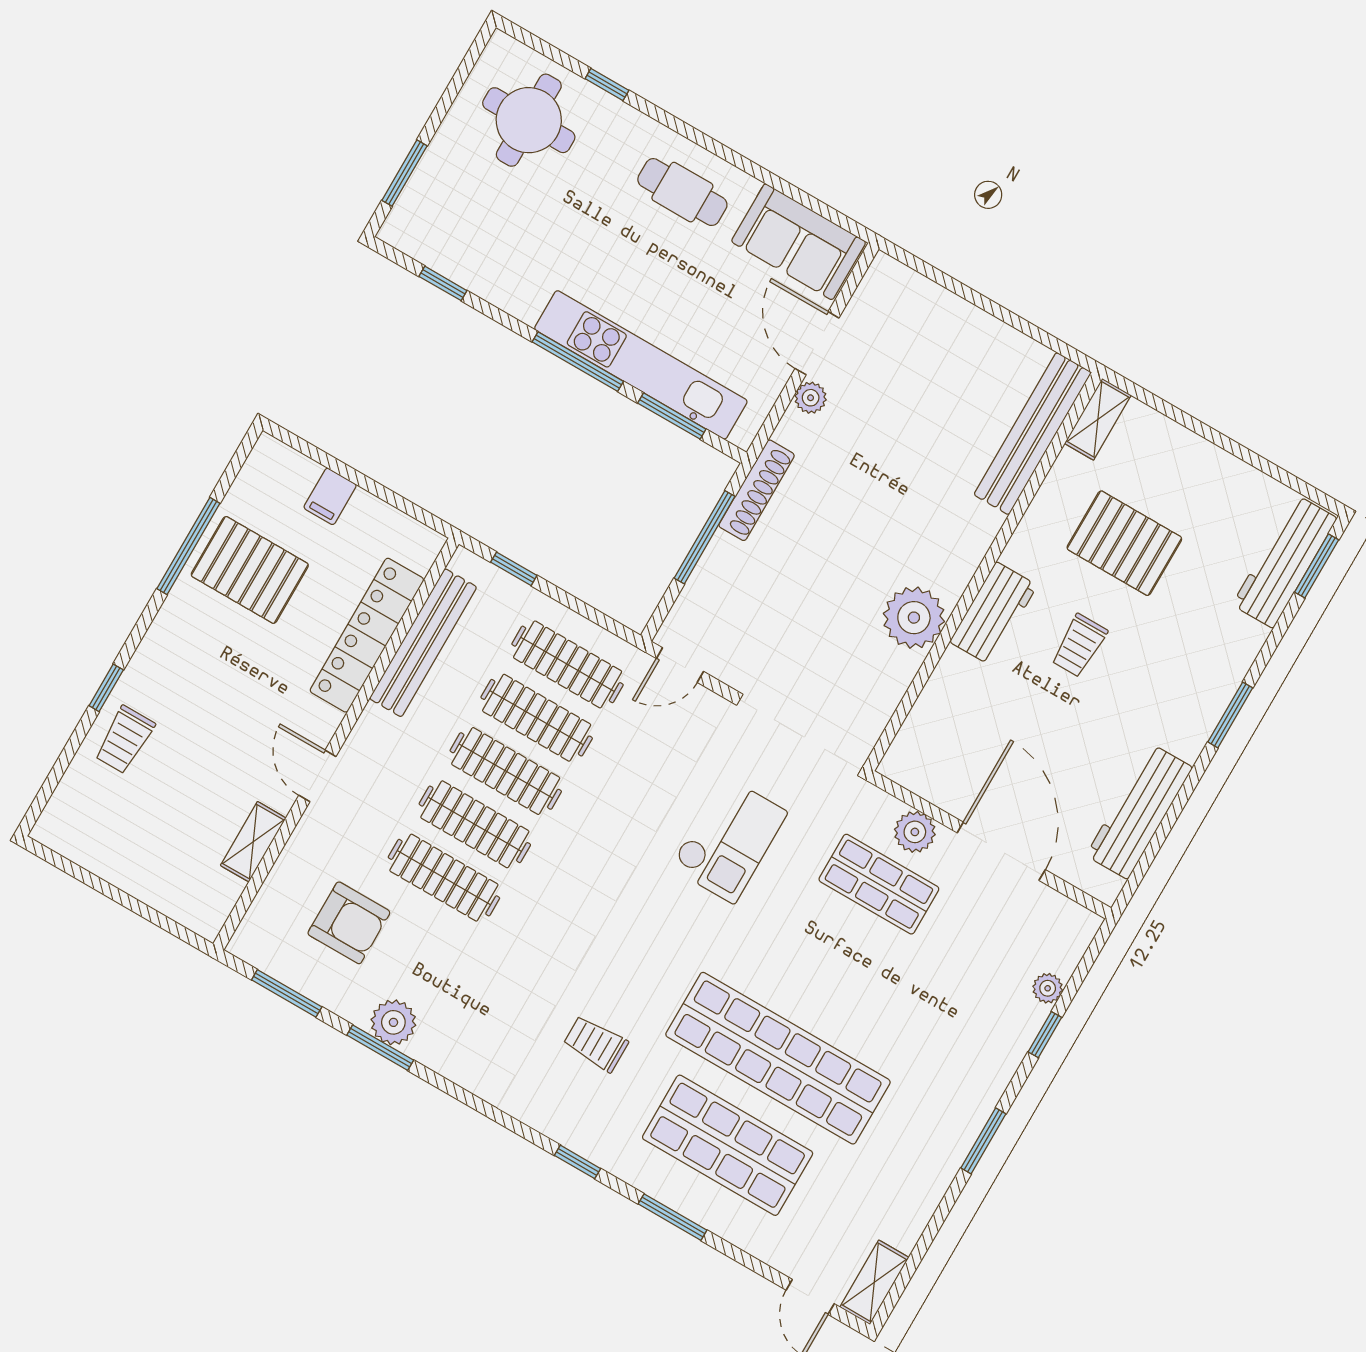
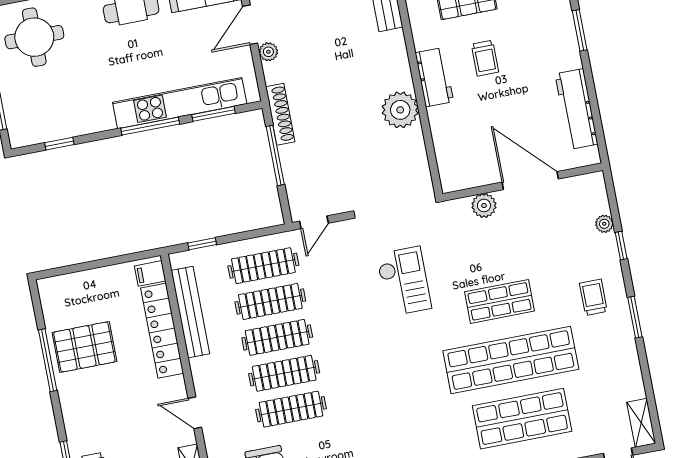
door: (817, 343) -> (250, 25), hinge flipped
filing cabinet: (330, 496) -> (150, 273), moved, turned 90
shop shelf: (879, 884) -> (500, 301), moved
trolley: (596, 1044) -> (593, 297), moved, turned 90

